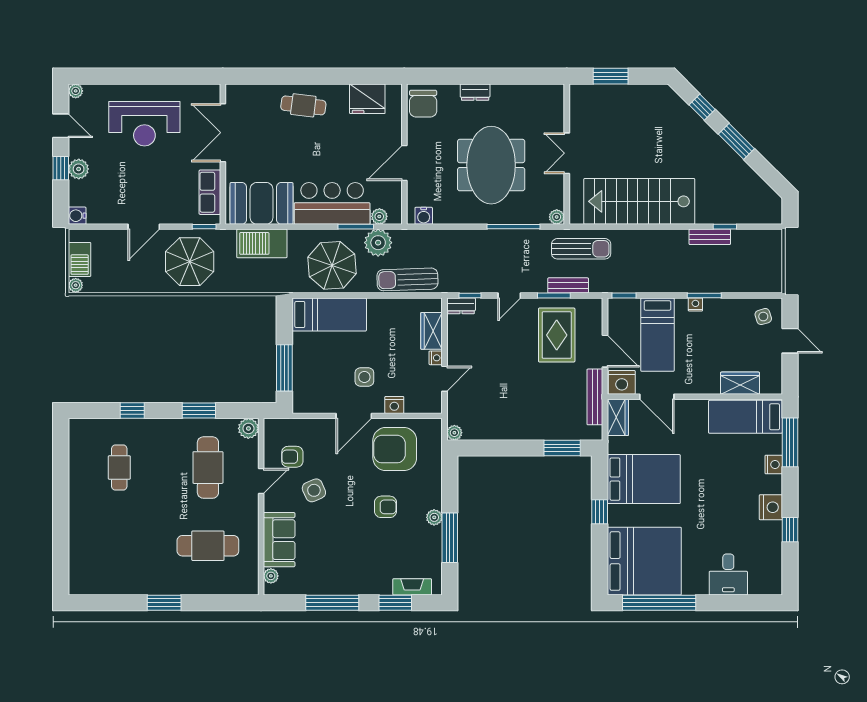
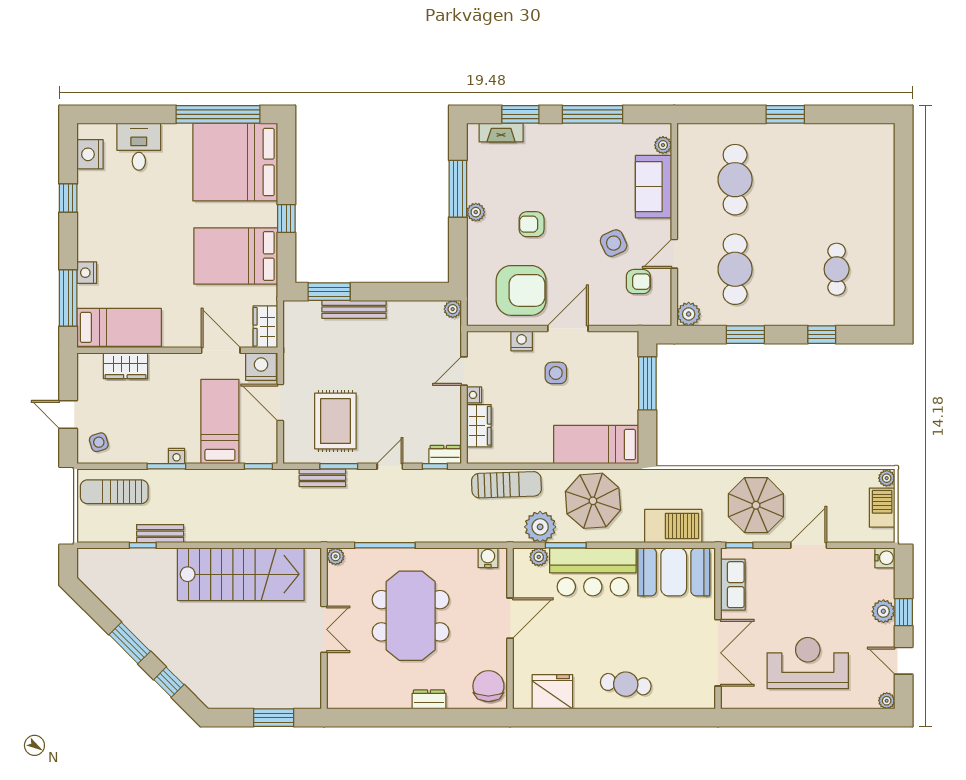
sun lounger: (581, 249) -> (114, 492), moved
bench: (595, 397) -> (354, 309), moved, turned 90
nightstand: (771, 507) -> (90, 154), moved
cafe table: (208, 546) -> (735, 180), turned 90

